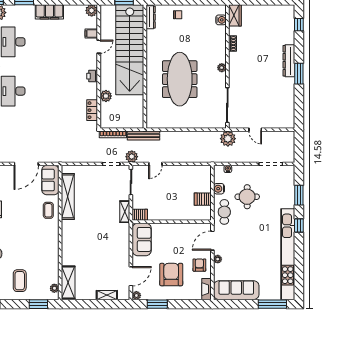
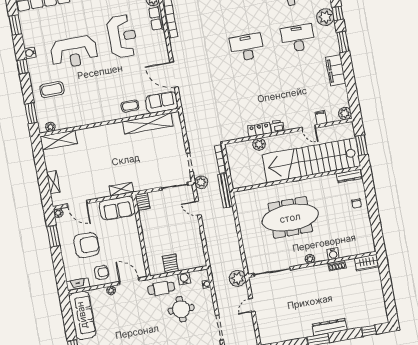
water cooler: (221, 20) -> (333, 254), moved
locker: (92, 110) -> (259, 130), moved
shelving: (125, 212) -> (121, 189), moved

